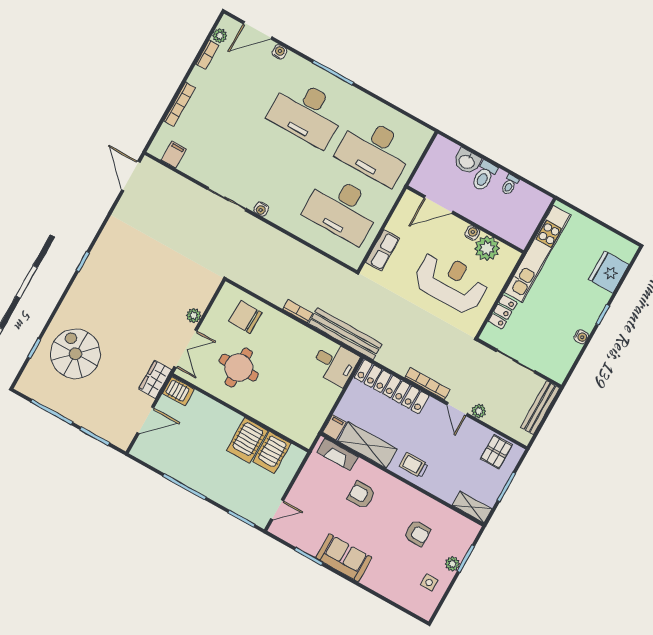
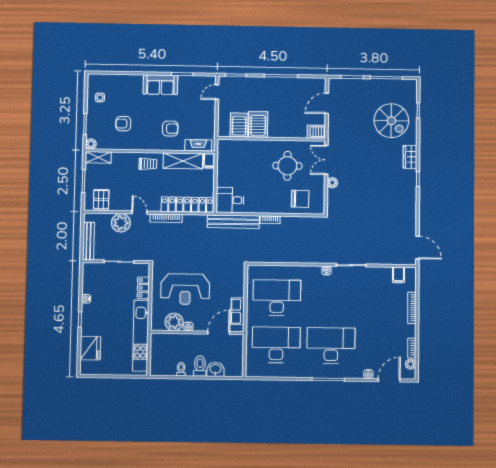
row of seats: (383, 250) -> (238, 311), moved
wardrobe: (155, 379) -> (410, 157), moved, turned 180
plant: (479, 411) -> (121, 223), width x1.88, depth x1.88
plant: (453, 564) -> (91, 144), moved

